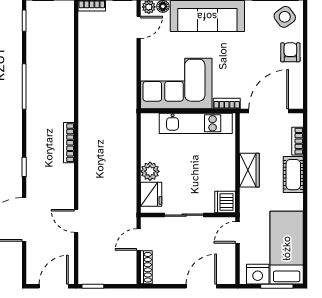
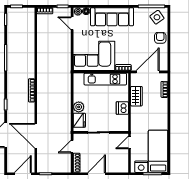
door: (139, 27) -> (72, 23), swing flipped
wardrobe: (249, 170) -> (136, 96), moved
cot: (293, 175) -> (162, 109), removed
dishwasher: (225, 202) -> (122, 108), moved
door: (76, 221) -> (36, 136), width x1.88
door: (201, 286) -> (97, 174), moved

